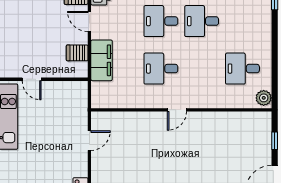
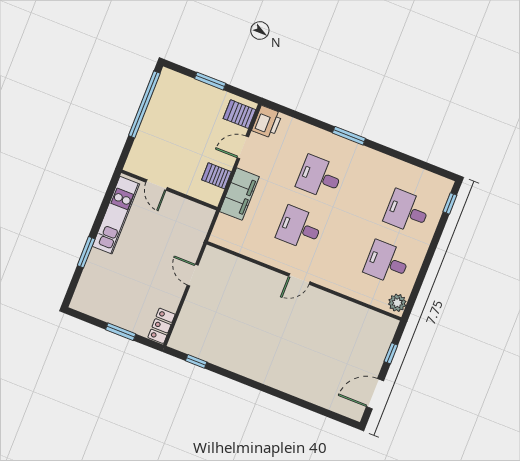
door: (89, 21) -> (243, 147), hinge flipped
desk: (202, 21) -> (407, 212), moved
door: (89, 141) -> (193, 275), swing flipped

